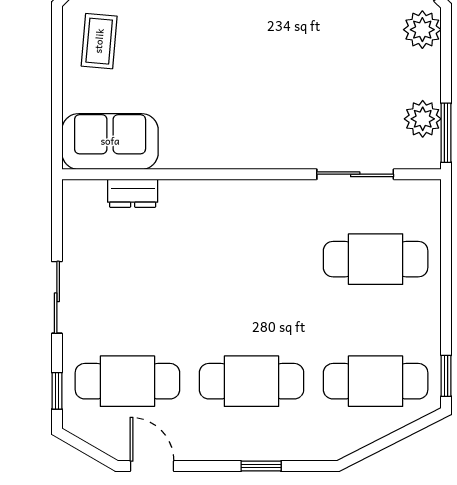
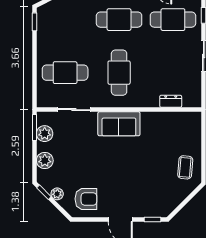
plant: (422, 30) -> (45, 161), moved
sofa: (110, 141) -> (119, 124), moved
cafe table: (376, 381) -> (119, 73), moved, turned 90

